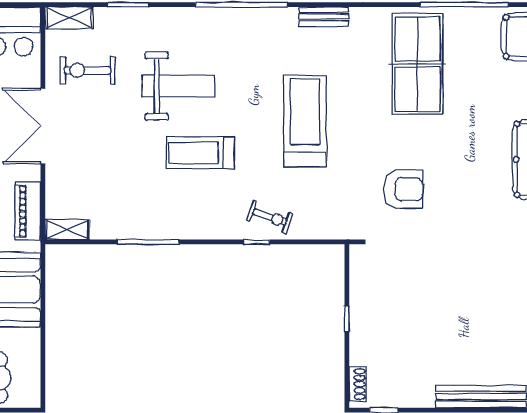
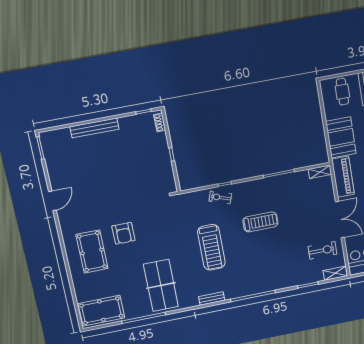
weight bench: (178, 86) -> (277, 252), removed
armchair: (403, 189) -> (123, 233), moved, turned -90
piano: (28, 211) -> (343, 177), width x1.37, depth x1.33

